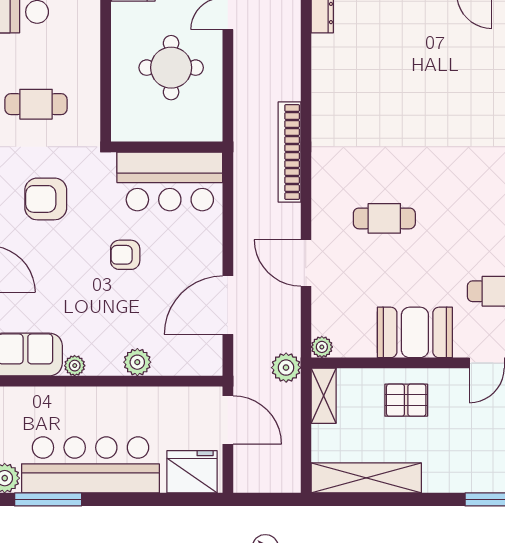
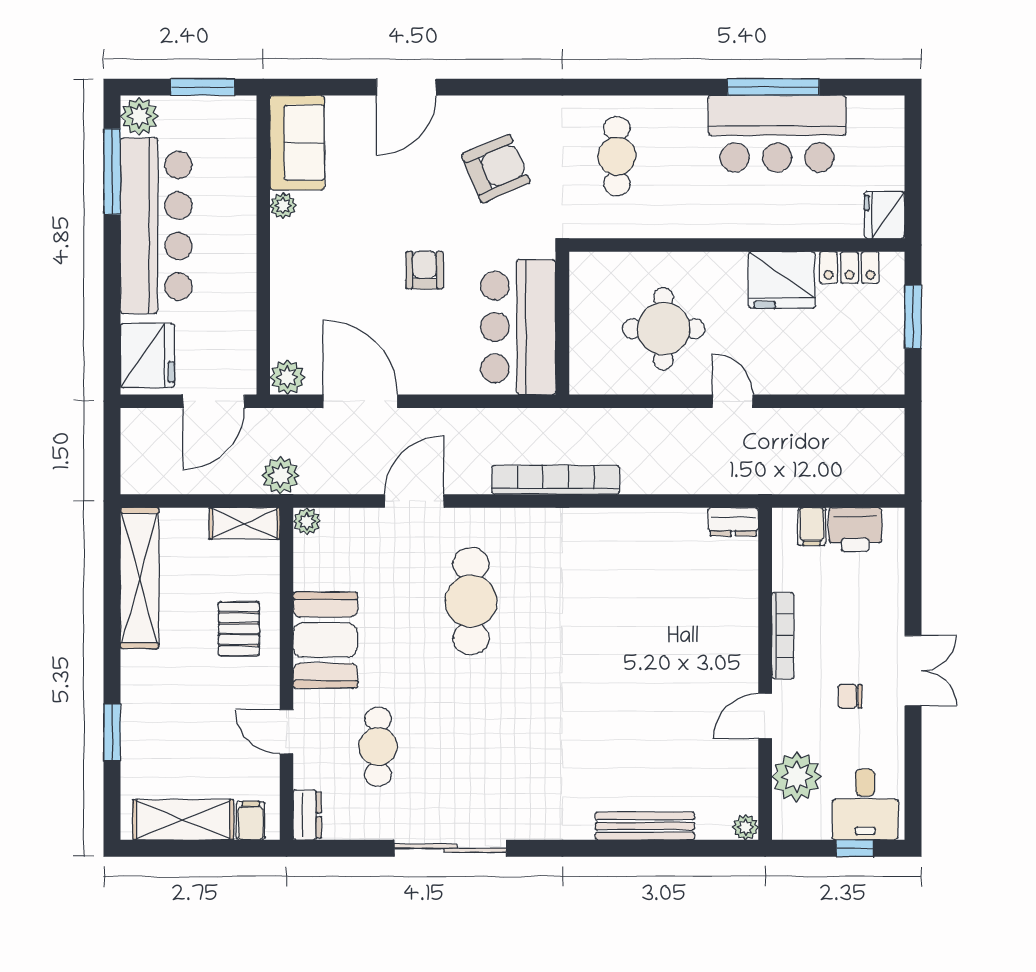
armchair: (46, 199) -> (496, 169), turned 67
cafe table: (384, 218) -> (471, 601), width x1.37, depth x1.35
plant: (137, 362) -> (287, 377), moved

